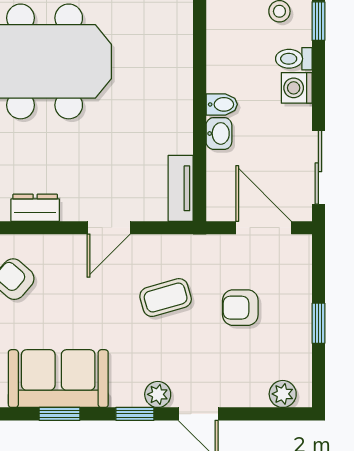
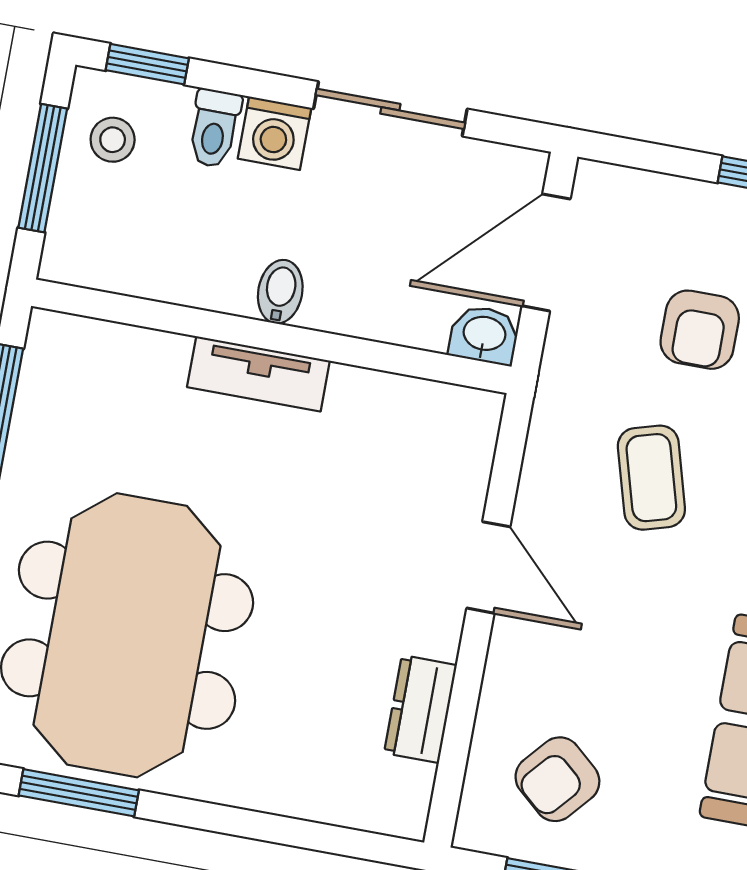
washbasin: (219, 133) -> (484, 335), moved
sliding door: (318, 167) -> (390, 109), moved
tv unit: (181, 188) -> (258, 374), moved

